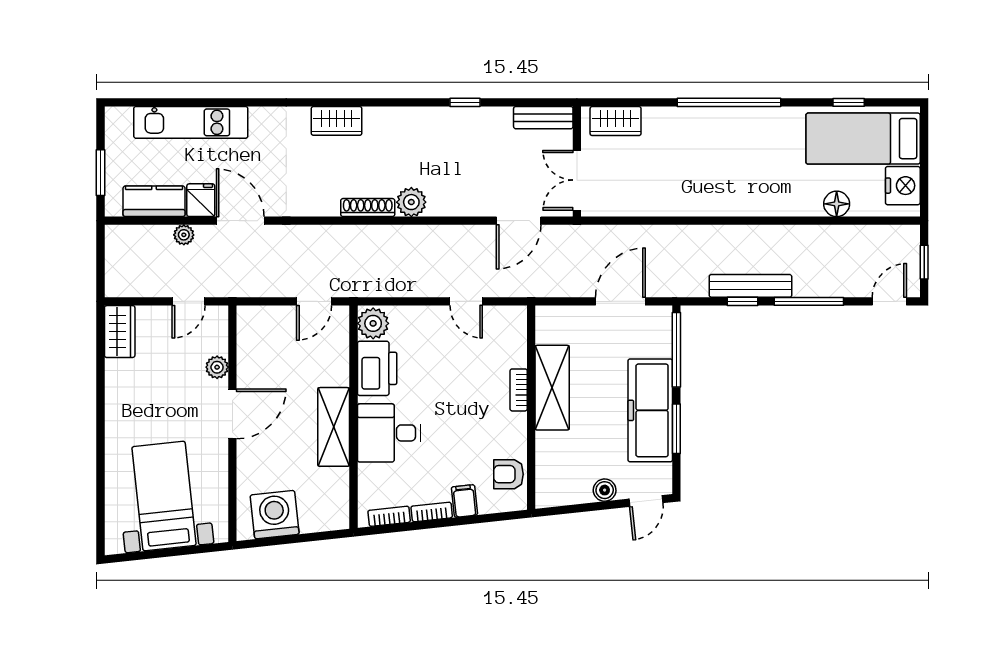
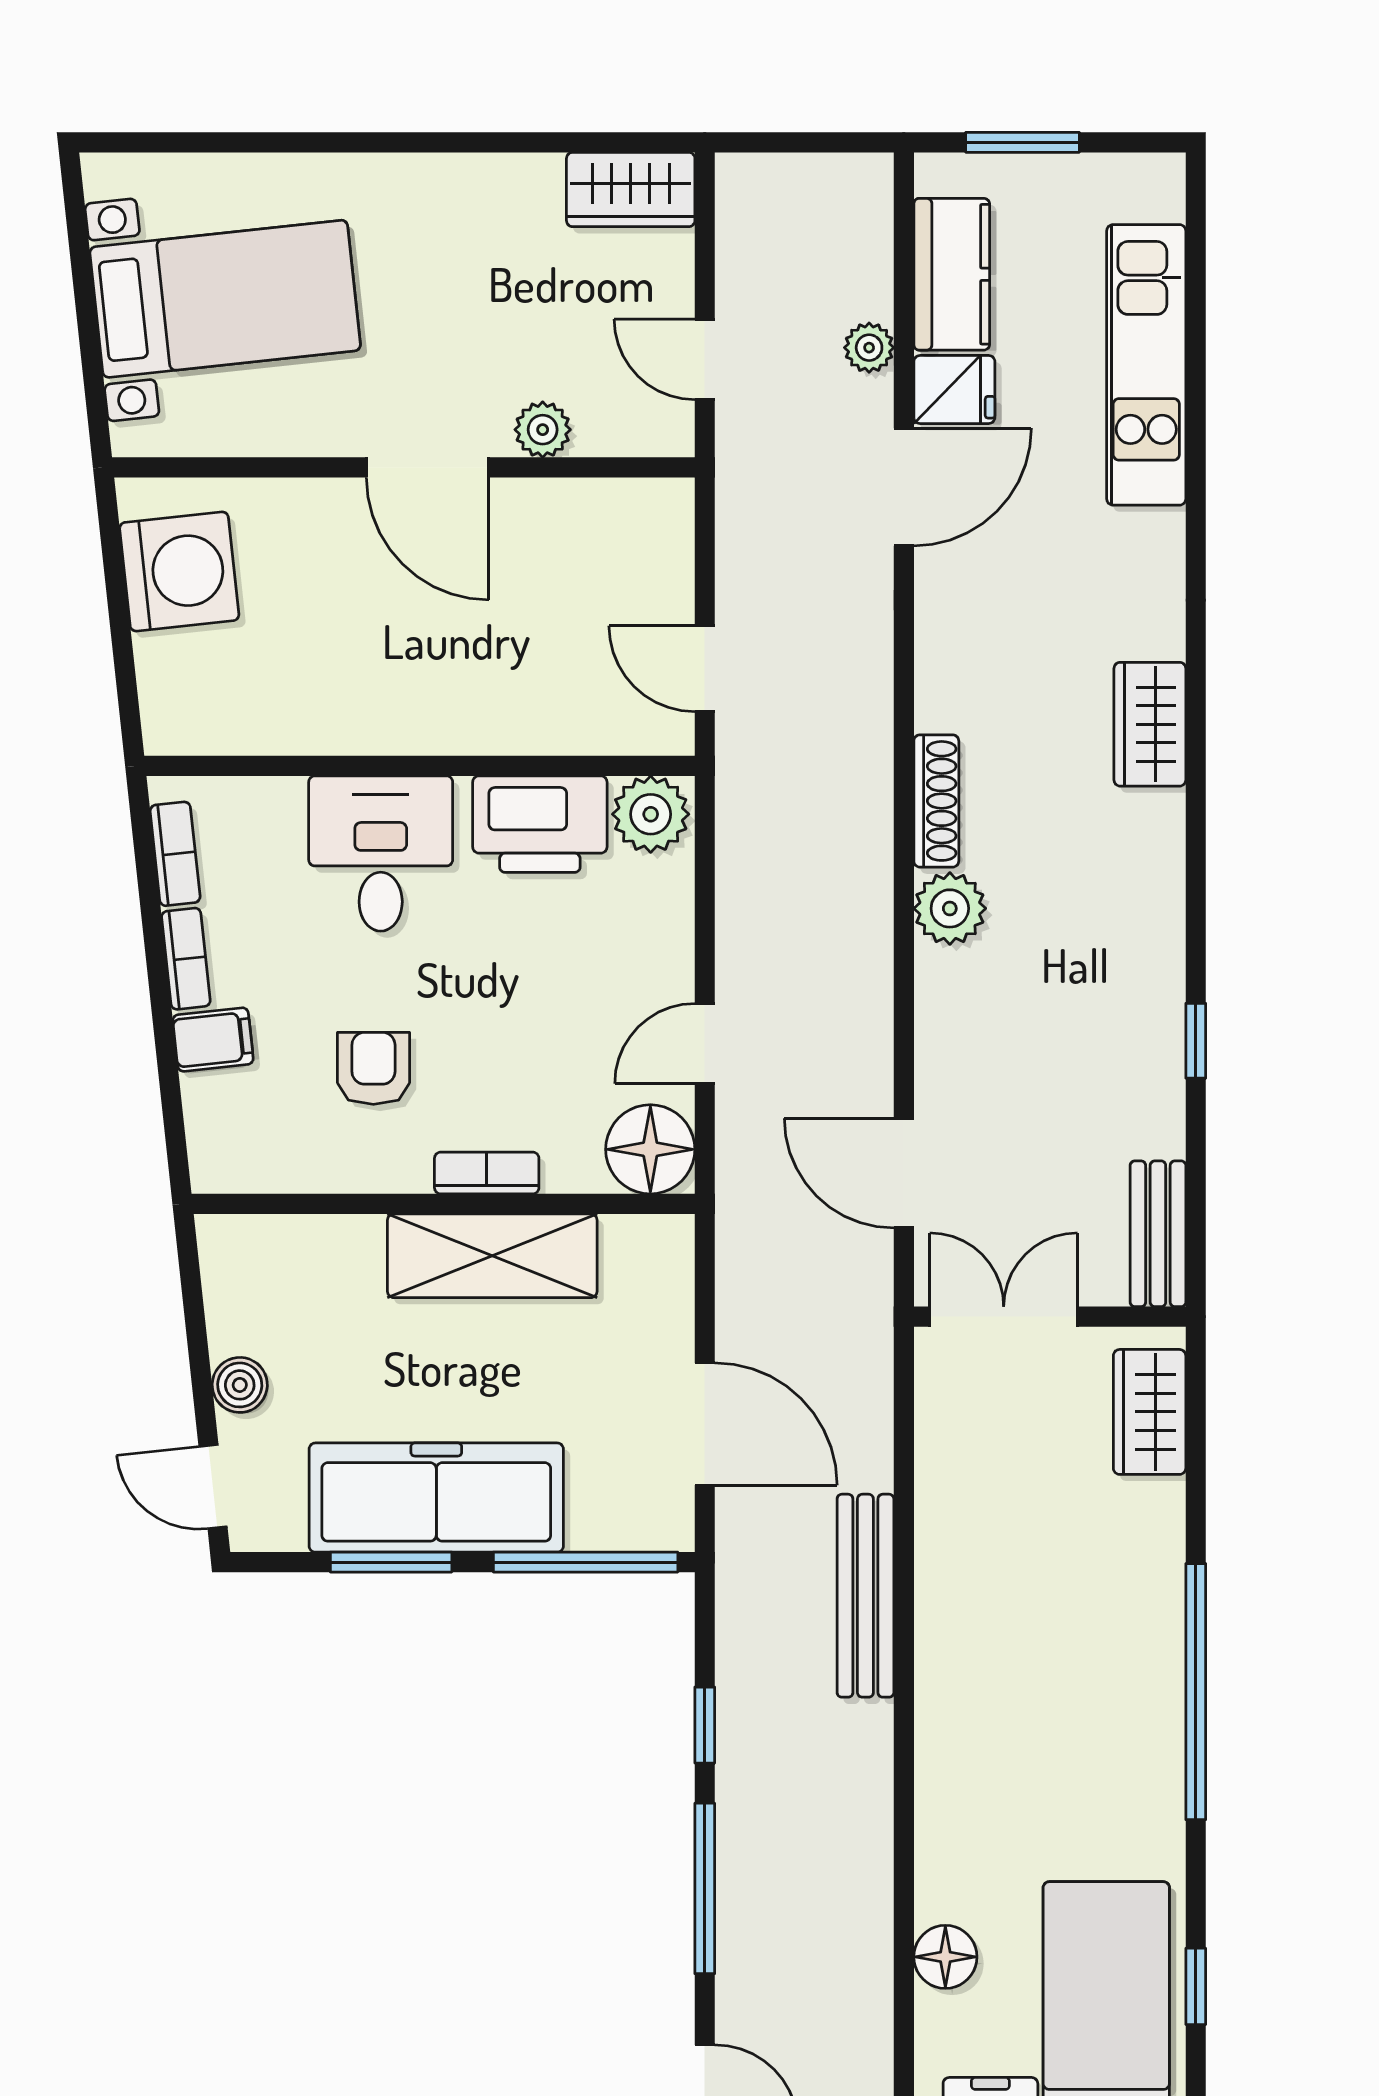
bench: (750, 286) -> (865, 1596), moved
floor lamp: (509, 324) -> (650, 1149), added
shelving: (334, 427) -> (395, 717), removed
armchair: (508, 474) -> (373, 1068), moved

